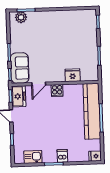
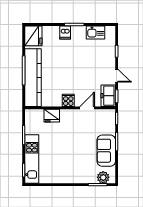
kitchen unit: (90, 33) -> (32, 159), added
sofa: (20, 68) -> (106, 151), moved
fridge: (95, 156) -> (33, 36), width x1.88, depth x1.34

